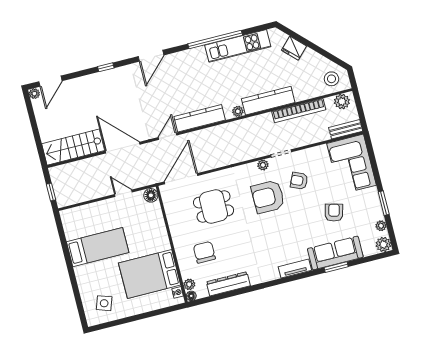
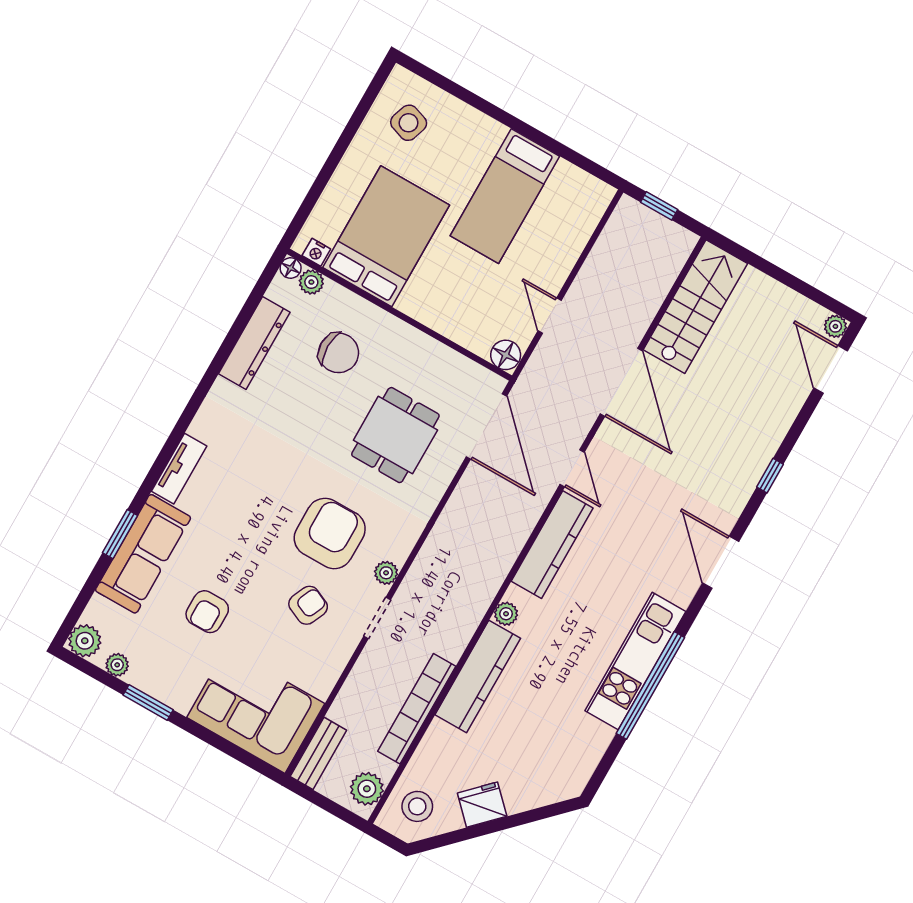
kitchen unit: (238, 46) -> (635, 661), moved
fridge: (294, 48) -> (482, 805), moved
door: (123, 148) -> (621, 382), hinge flipped
door: (123, 193) -> (550, 316), swing flipped
armchair: (334, 213) -> (207, 612), turned 75

